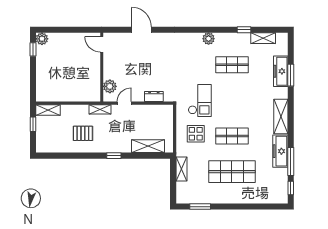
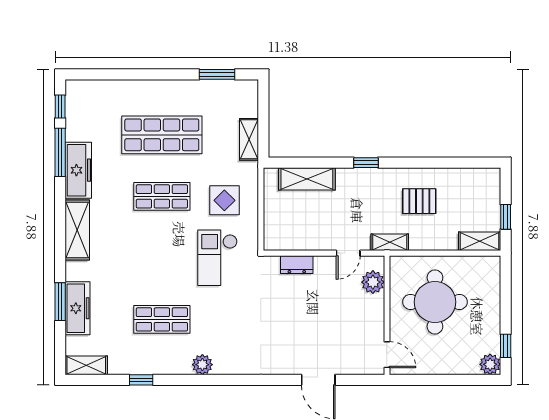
shelving: (263, 38) -> (86, 365), moved
round table: (74, 75) -> (435, 302), added

